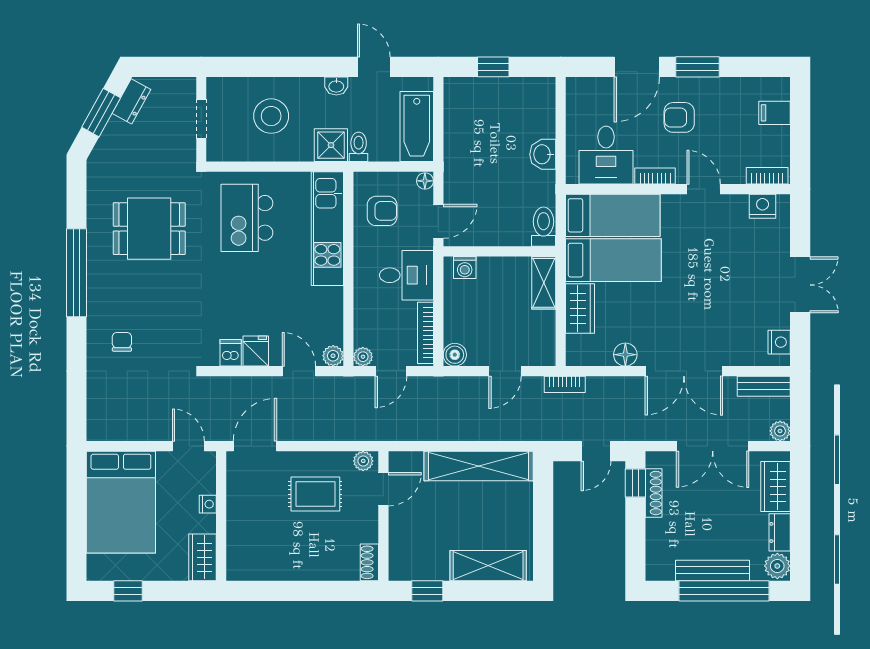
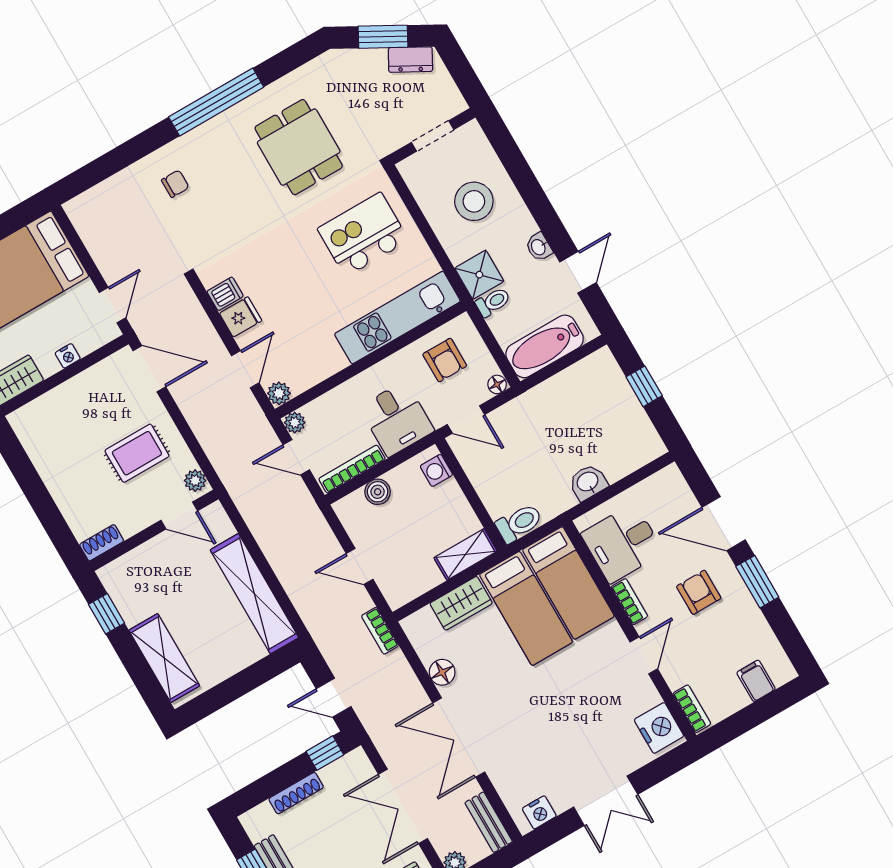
nightstand: (763, 206) -> (659, 728), width x1.36, depth x1.33
boiler: (455, 355) -> (378, 492), moved
shoe rack: (654, 493) -> (296, 793), moved
rug: (315, 494) -> (137, 453), turned 90

